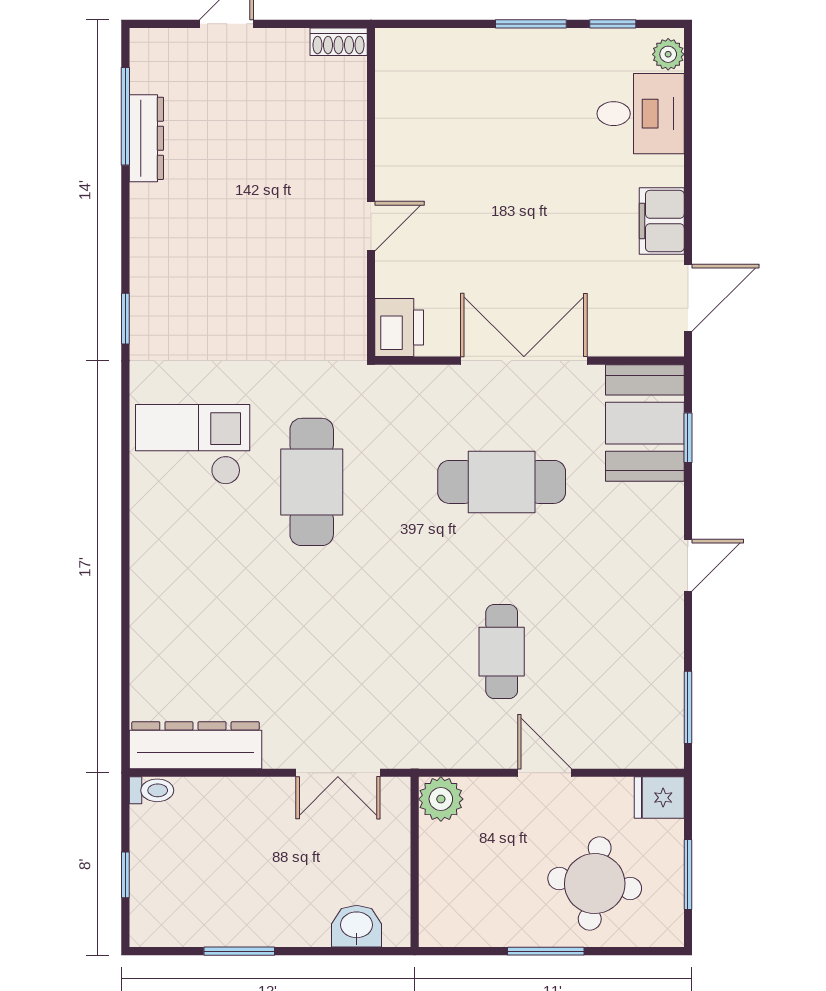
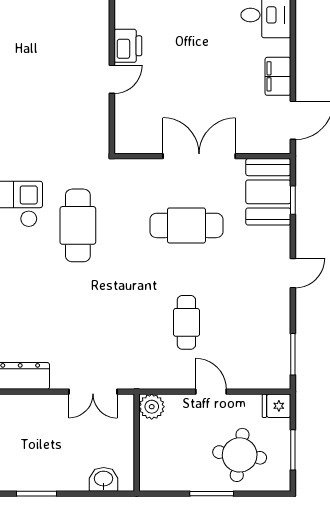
printer: (399, 327) -> (128, 46), moved

